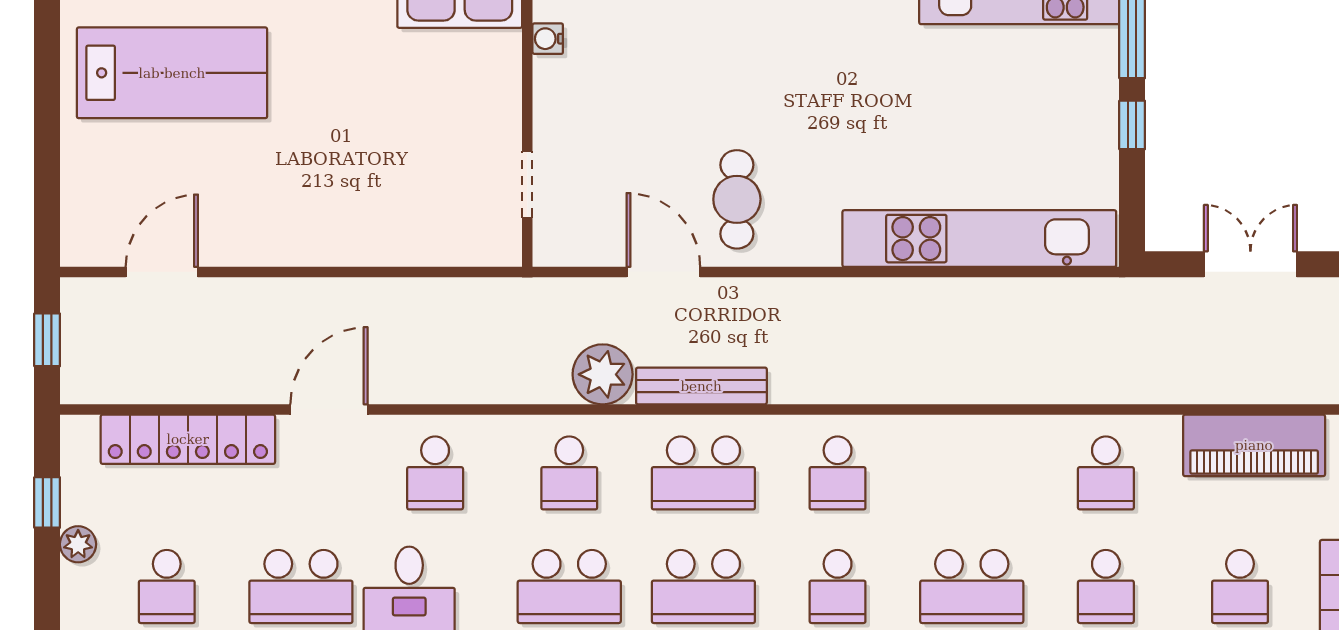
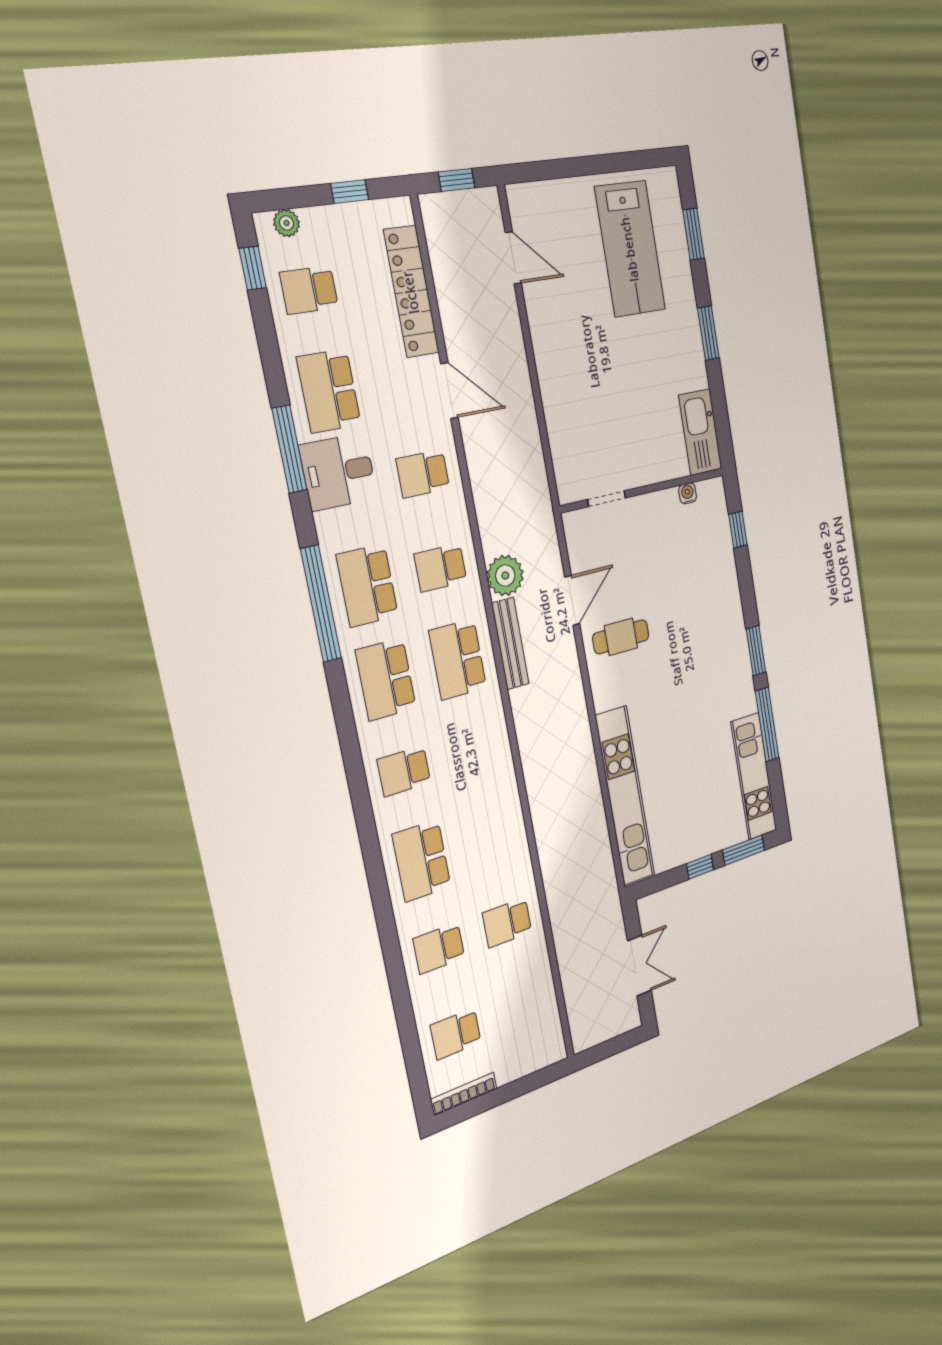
piano: (1254, 445) -> (540, 1009), removed
school desk: (838, 473) -> (475, 749), removed
plant: (78, 544) -> (287, 223), moved

